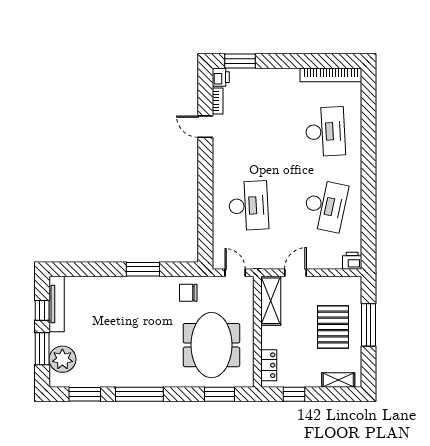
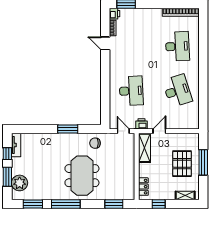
desk: (325, 206) -> (177, 91), turned -30
printer: (352, 261) -> (141, 124), moved
tv unit: (57, 304) -> (16, 145), width x0.71
meeting table: (211, 345) -> (82, 176), moved

